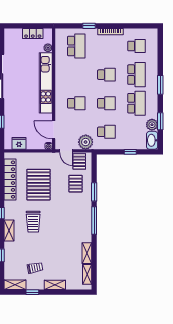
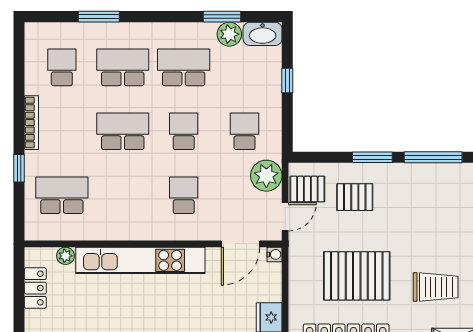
school desk: (106, 75) -> (123, 131), width x1.85
window: (160, 85) -> (99, 17), moved

